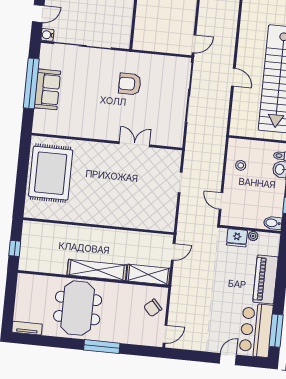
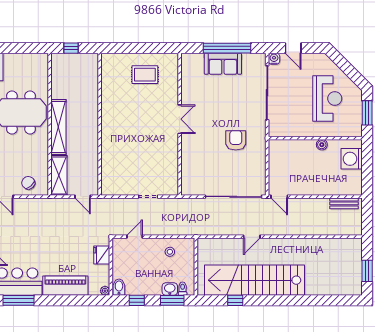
double door: (134, 144) -> (180, 119), moved
rug: (51, 173) -> (145, 75), width x0.54, depth x0.49
plant: (253, 236) -> (105, 291), moved

